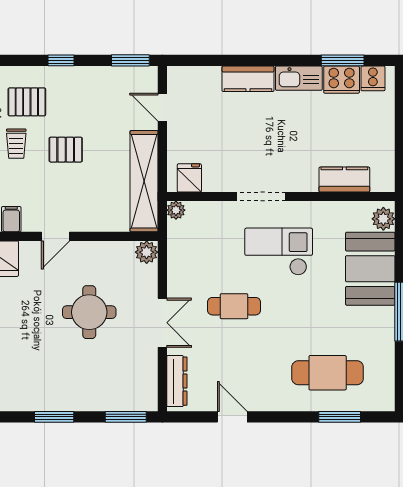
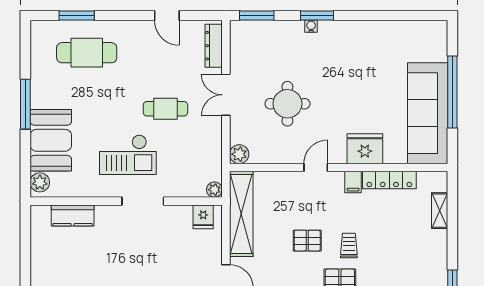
water cooler: (61, 404) -> (311, 26), added

